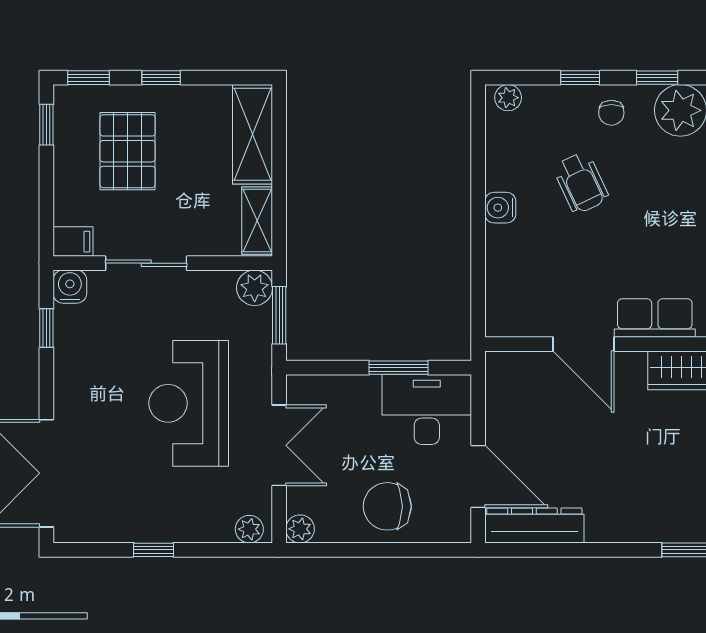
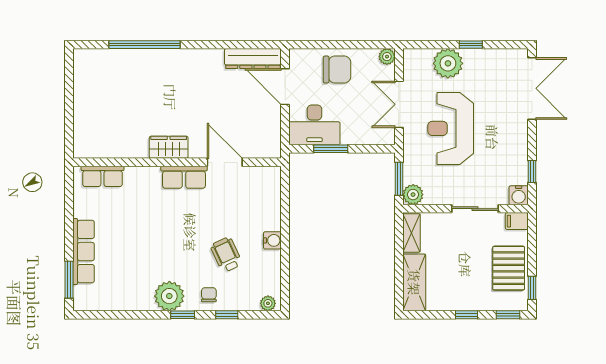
pallet: (128, 151) -> (509, 268), moved
reception desk: (189, 403) -> (451, 128), turned 180
plant: (249, 529) -> (448, 63), moved, width x1.87, depth x1.87

